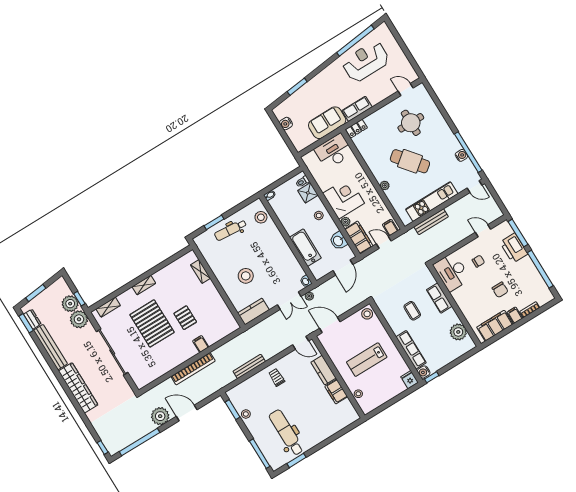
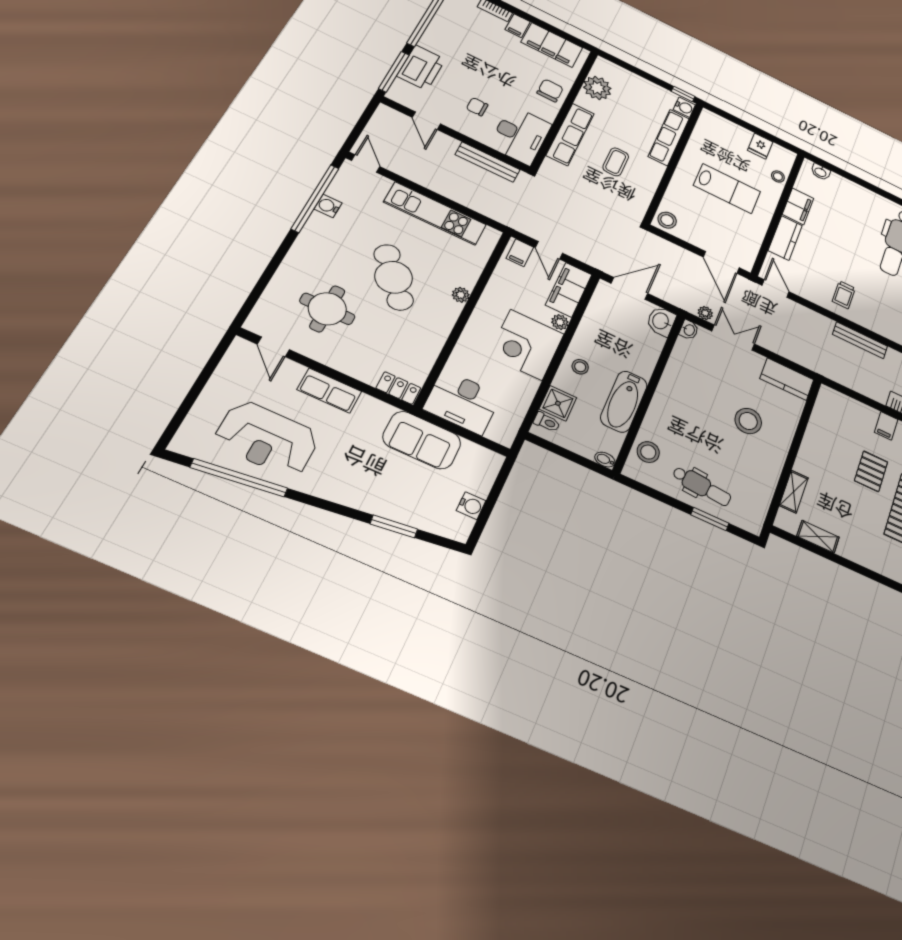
row of seats: (357, 109) -> (329, 391), moved
bench: (431, 222) -> (488, 162), moved
washbasin: (338, 241) -> (661, 321), moved, turned 180
bathtub: (305, 248) -> (624, 402), moved
shelving: (144, 285) -> (818, 537), moved
chair: (500, 290) -> (550, 90), moved
row of seats: (439, 298) -> (570, 134), width x1.48
fridge: (409, 380) -> (760, 146), moved
washbasin: (348, 421) -> (821, 172), added

